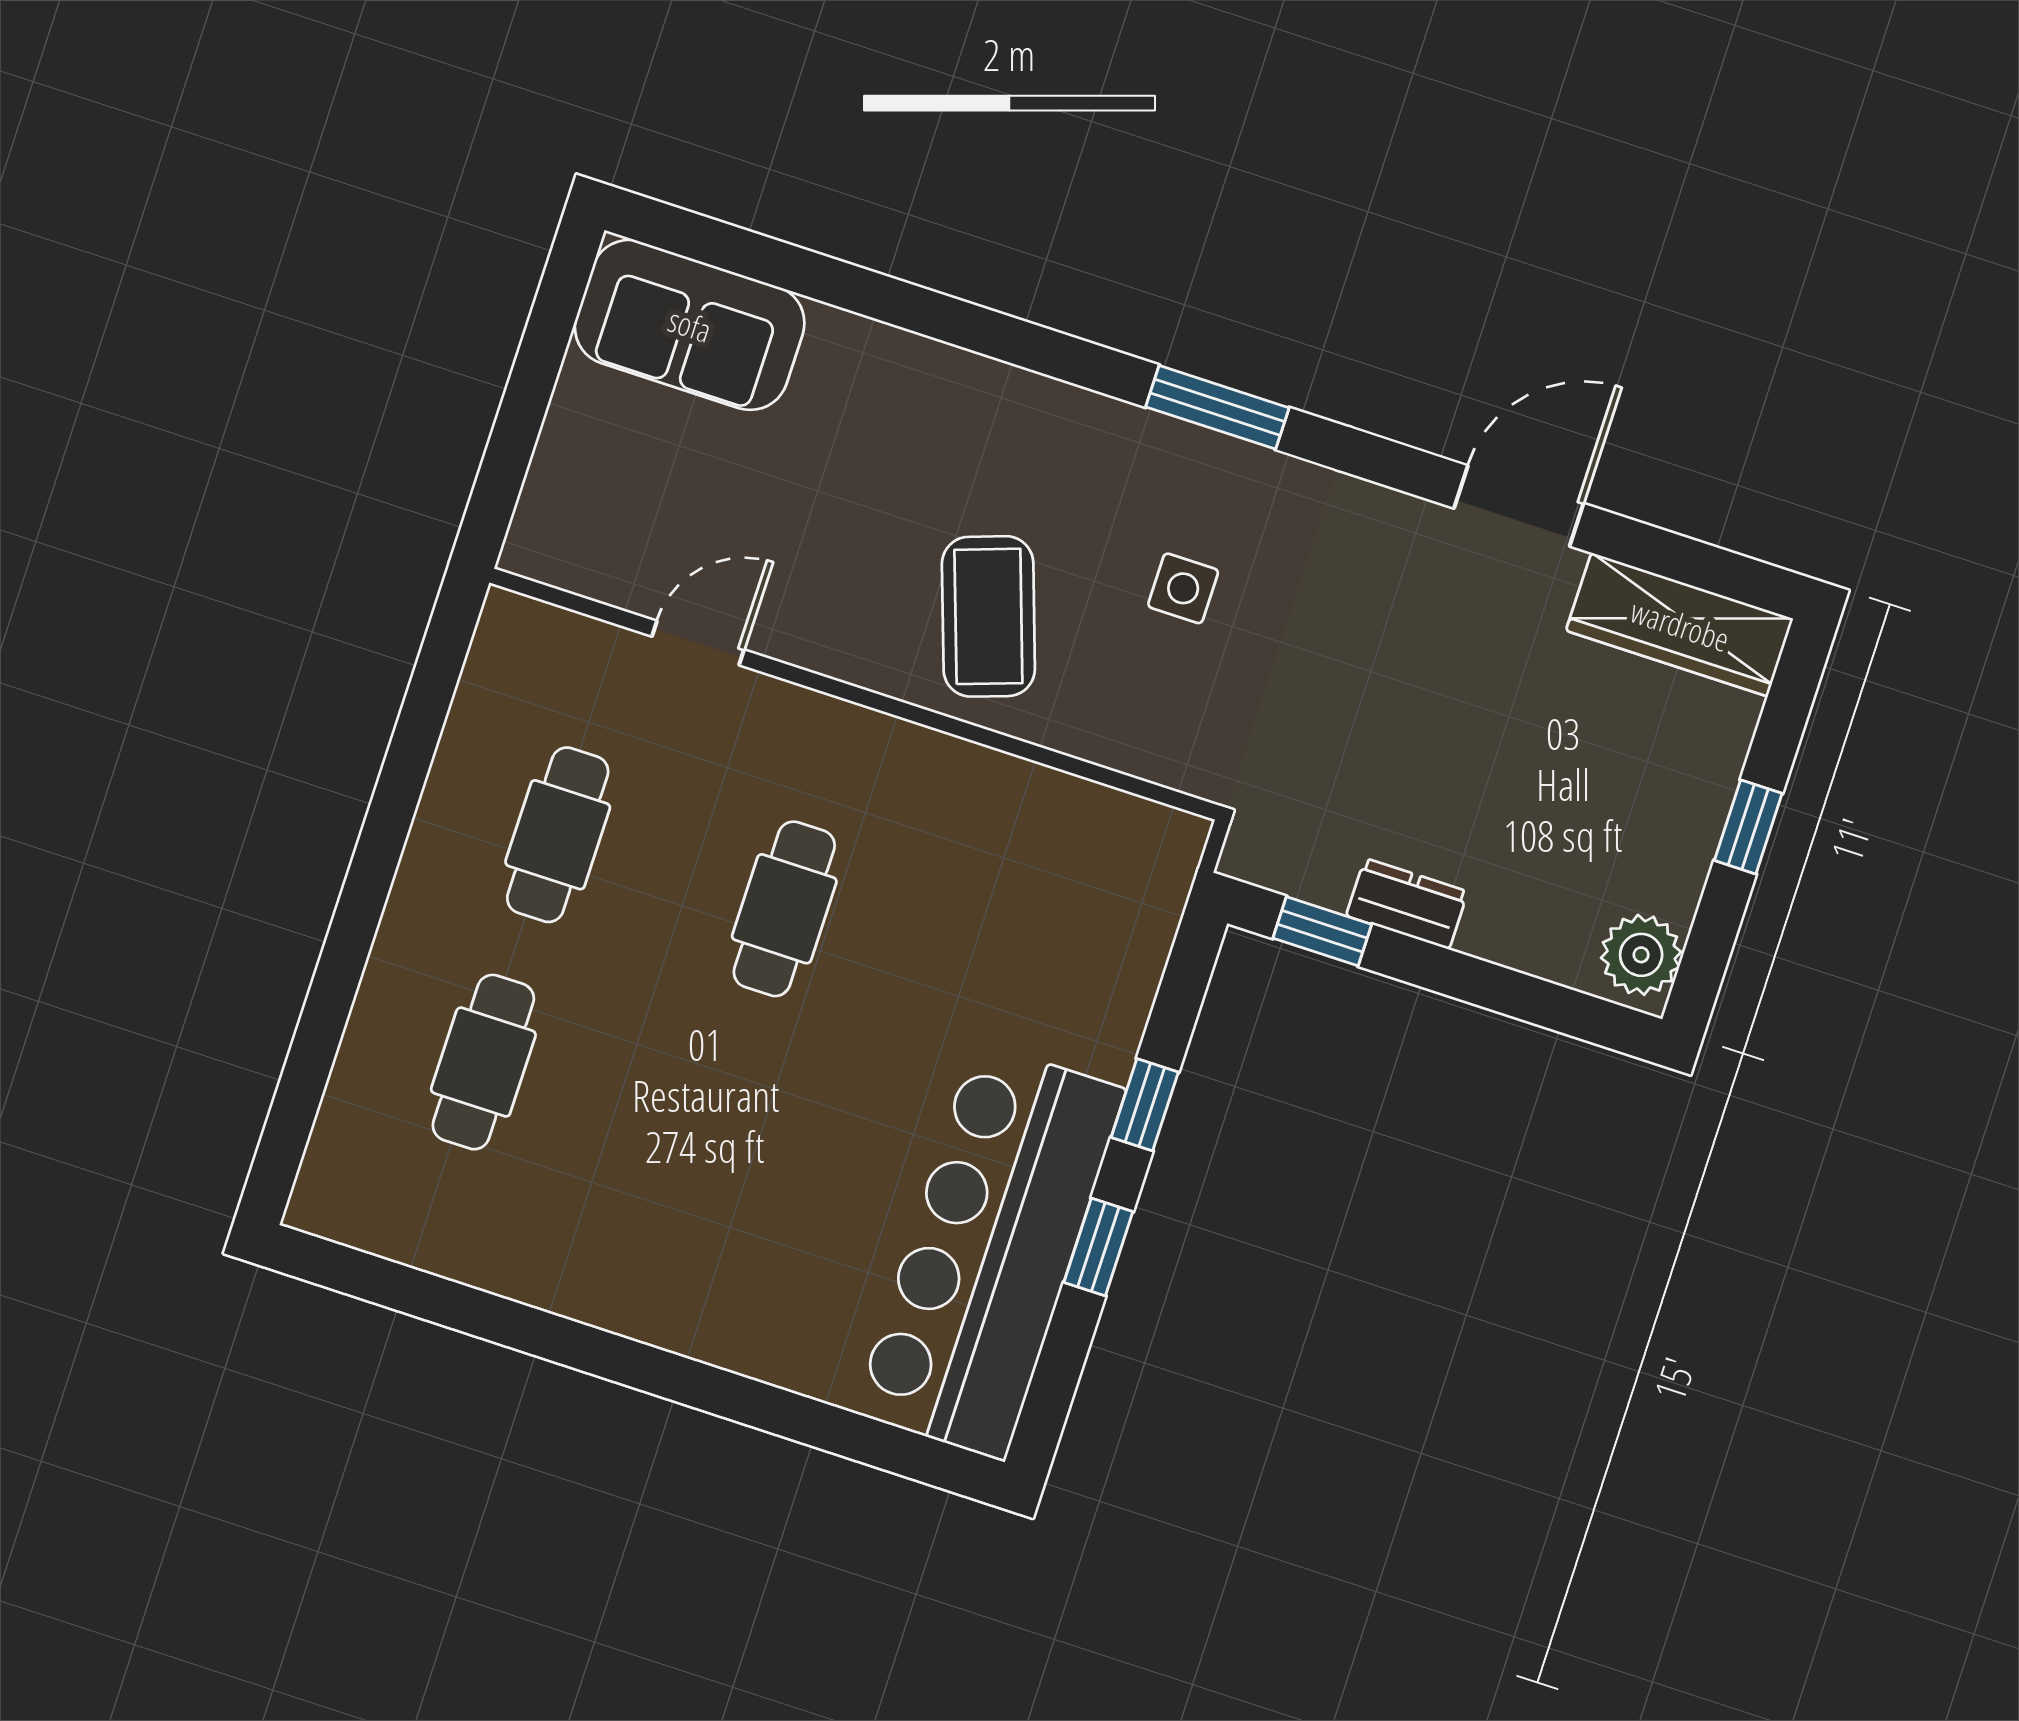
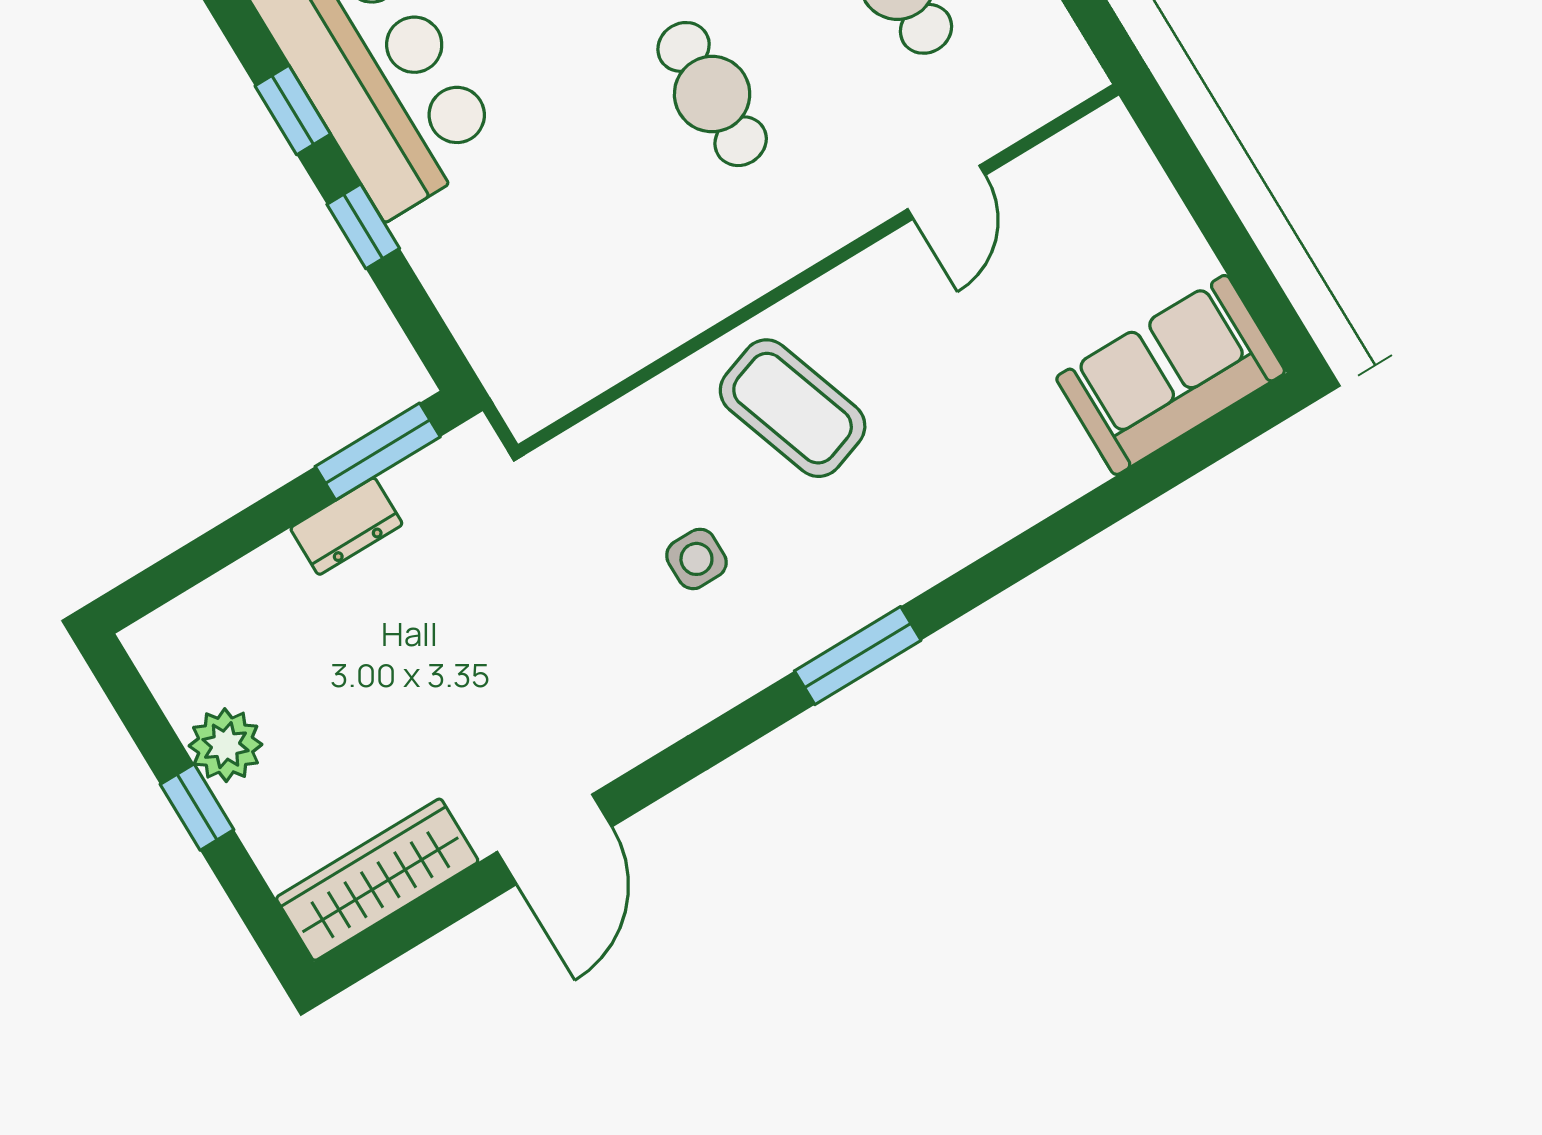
window: (1217, 407) -> (858, 656), moved
window: (1322, 931) -> (378, 452), width x1.50
plant: (1641, 955) -> (226, 745), moved

